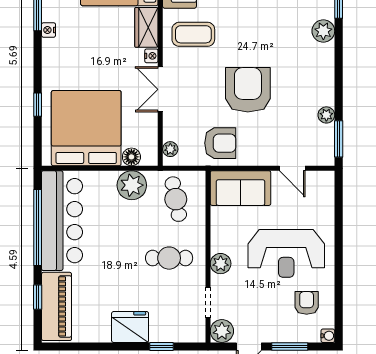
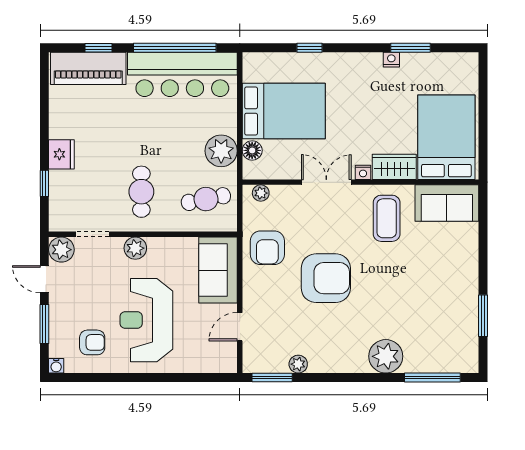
plant: (323, 31) -> (386, 356), width x1.36, depth x1.36
bed: (86, 128) -> (284, 111), width x0.73
fridge: (130, 327) -> (61, 154), width x0.73, depth x0.75

